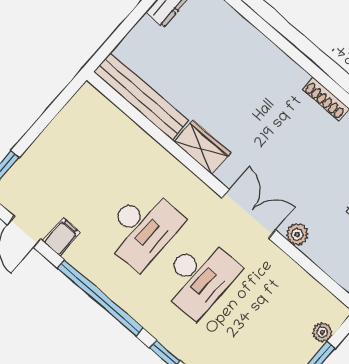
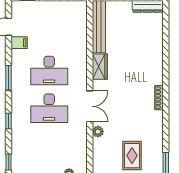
window: (100, 298) -> (9, 78), width x0.47

